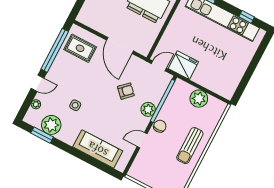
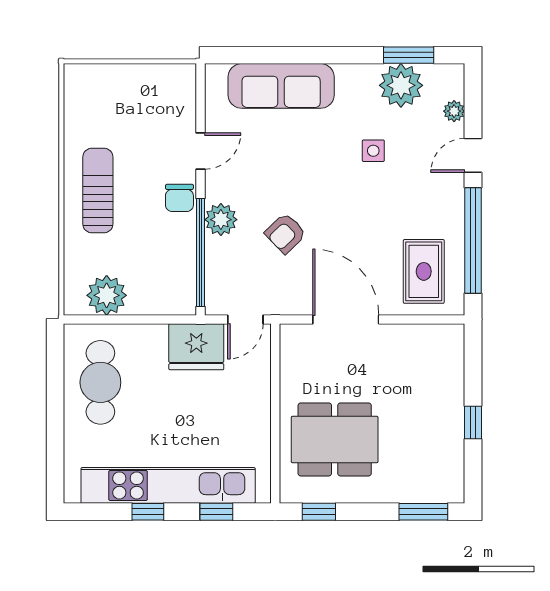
window: (247, 17) -> (148, 512), moved
rug: (80, 48) -> (424, 271), turned 90
cafe table: (228, 71) -> (100, 382), added
plant: (199, 99) -> (107, 295), moved

